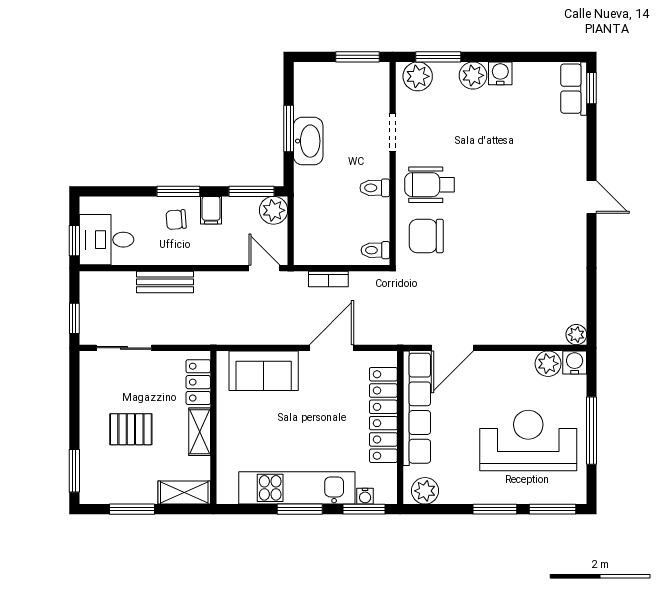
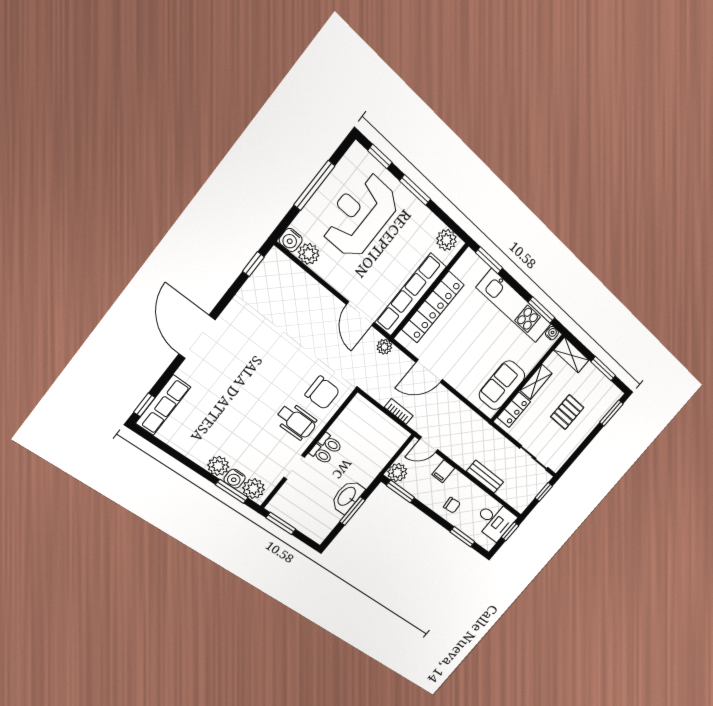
water cooler: (500, 73) -> (235, 479), moved
row of seats: (574, 89) -> (163, 405), width x1.48
window: (178, 191) -> (462, 537), moved
door: (592, 197) -> (197, 337), width x1.87
filing cabinet: (211, 210) -> (443, 471), moved, turned 180
toilet: (375, 250) -> (321, 454), moved
door: (264, 268) -> (428, 445), hinge flipped
window: (592, 311) -> (253, 264), added
plant: (576, 335) -> (384, 347), moved
door: (452, 348) -> (360, 314), swing flipped
sofa: (264, 371) -> (502, 385), moved, turned -90
pallet: (131, 429) -> (567, 412), turned 90
reception desk: (528, 441) -> (360, 215), turned 90
water cooler: (365, 496) -> (552, 333), moved
window: (300, 509) -> (541, 310), moved
window: (552, 509) -> (380, 157), width x0.67

